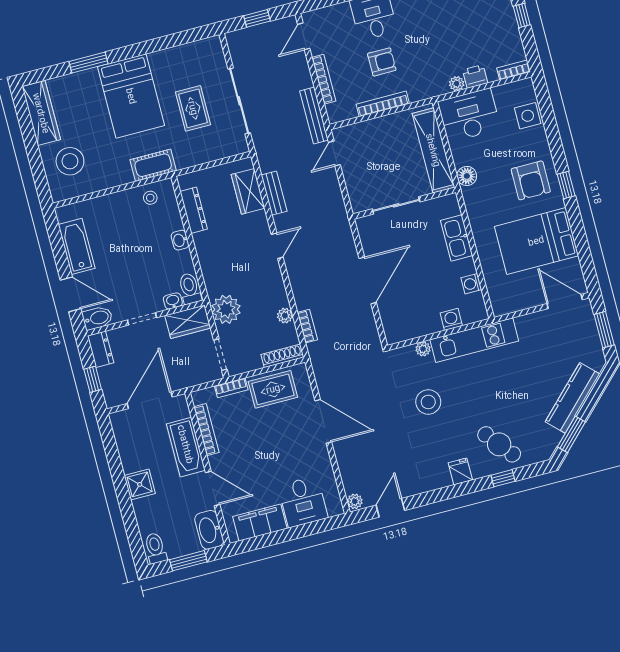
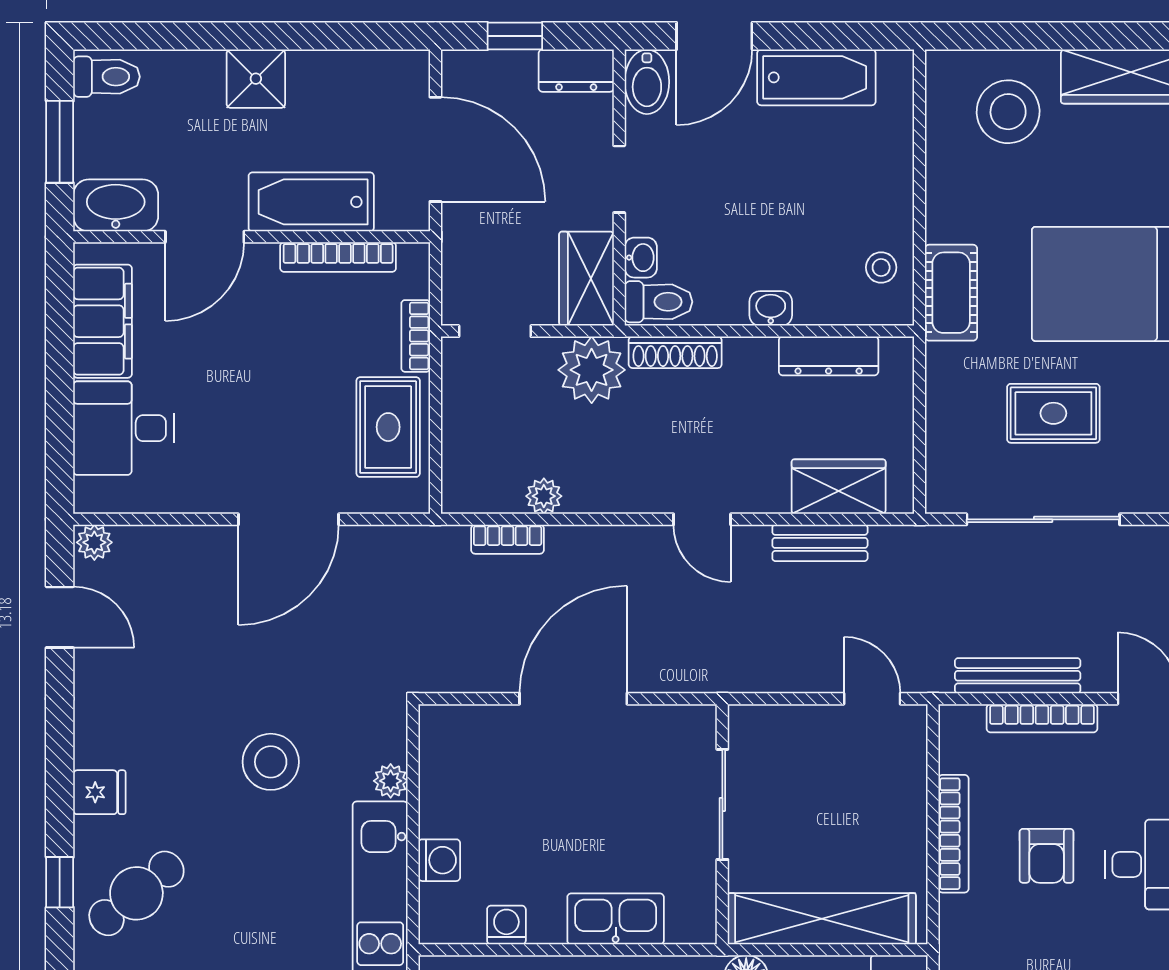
bench: (314, 115) -> (1018, 676), moved
door: (368, 280) -> (573, 699), swing flipped
shoe rack: (282, 356) -> (675, 352), moved, turned 90

